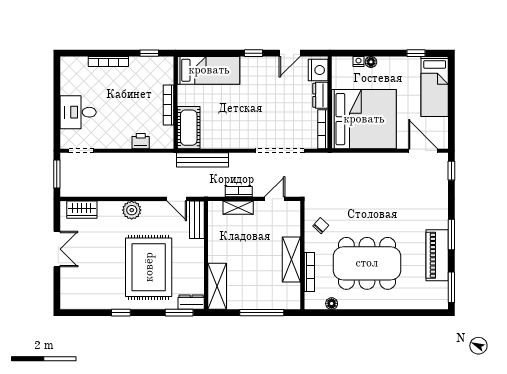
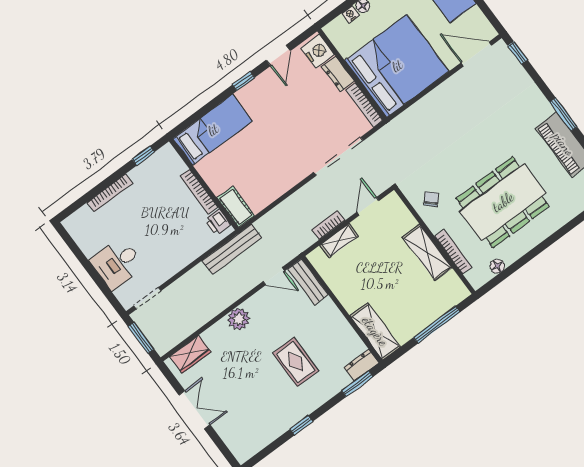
cot: (189, 128) -> (236, 207), width x0.73, depth x0.75
printer: (141, 141) -> (218, 222), moved, turned -90
bench: (203, 160) -> (232, 249), moved
rug: (149, 267) -> (296, 362), width x0.54, depth x0.49

